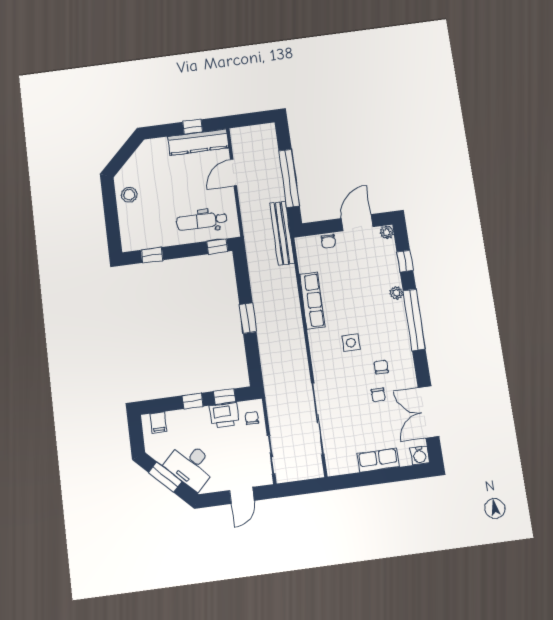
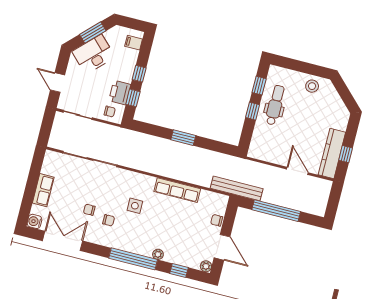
dental chair: (202, 221) -> (275, 105), moved
window: (217, 246) -> (253, 111), moved

